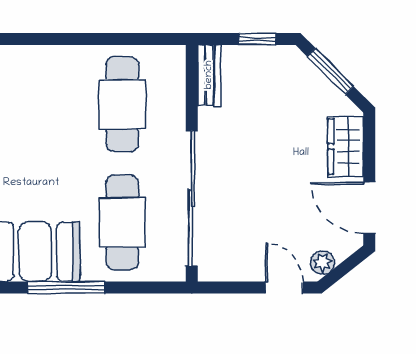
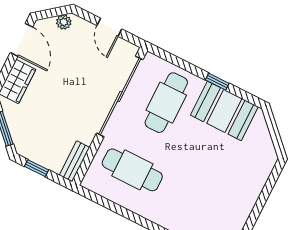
cafe table: (122, 104) -> (132, 170), turned 90
window: (66, 287) -> (217, 82), width x0.46
door: (284, 287) -> (109, 27), moved

